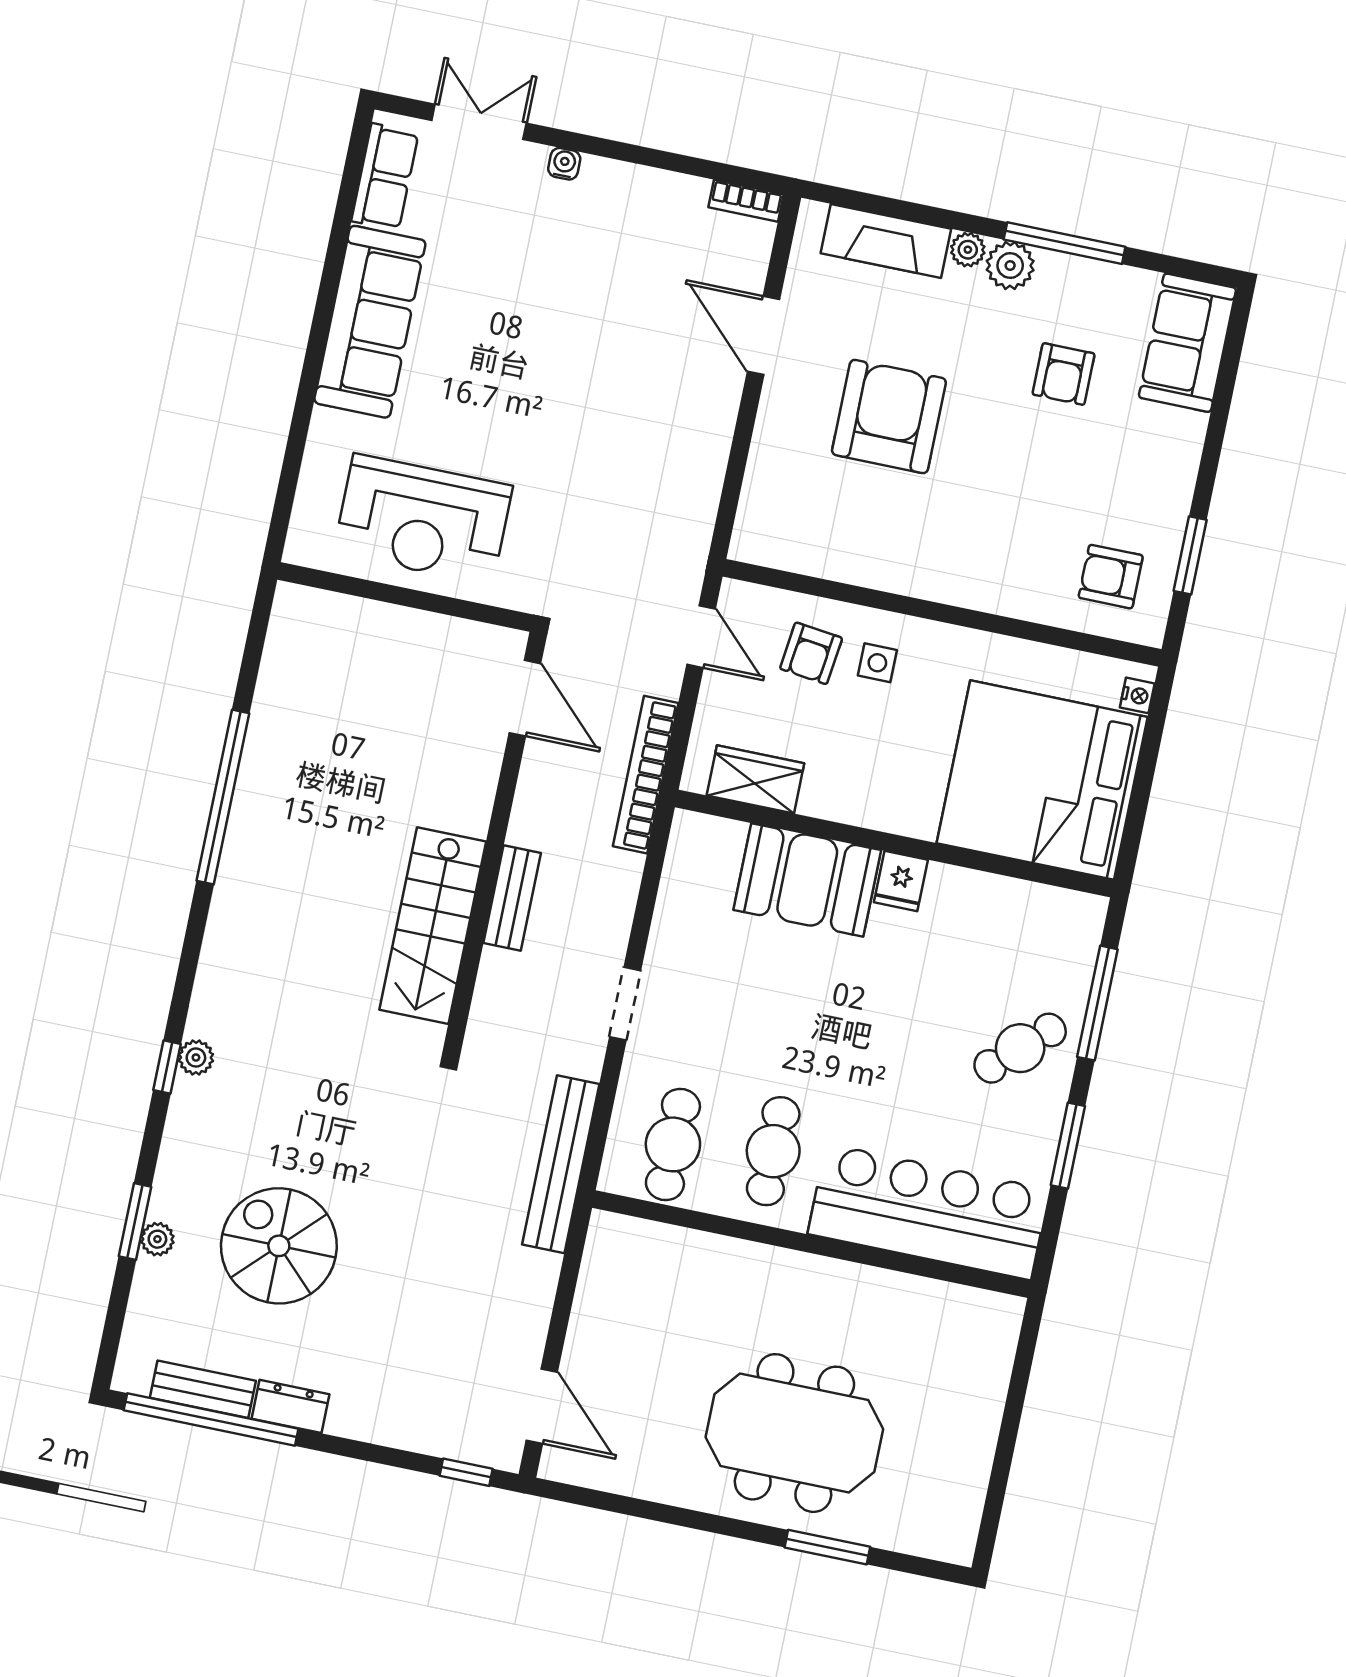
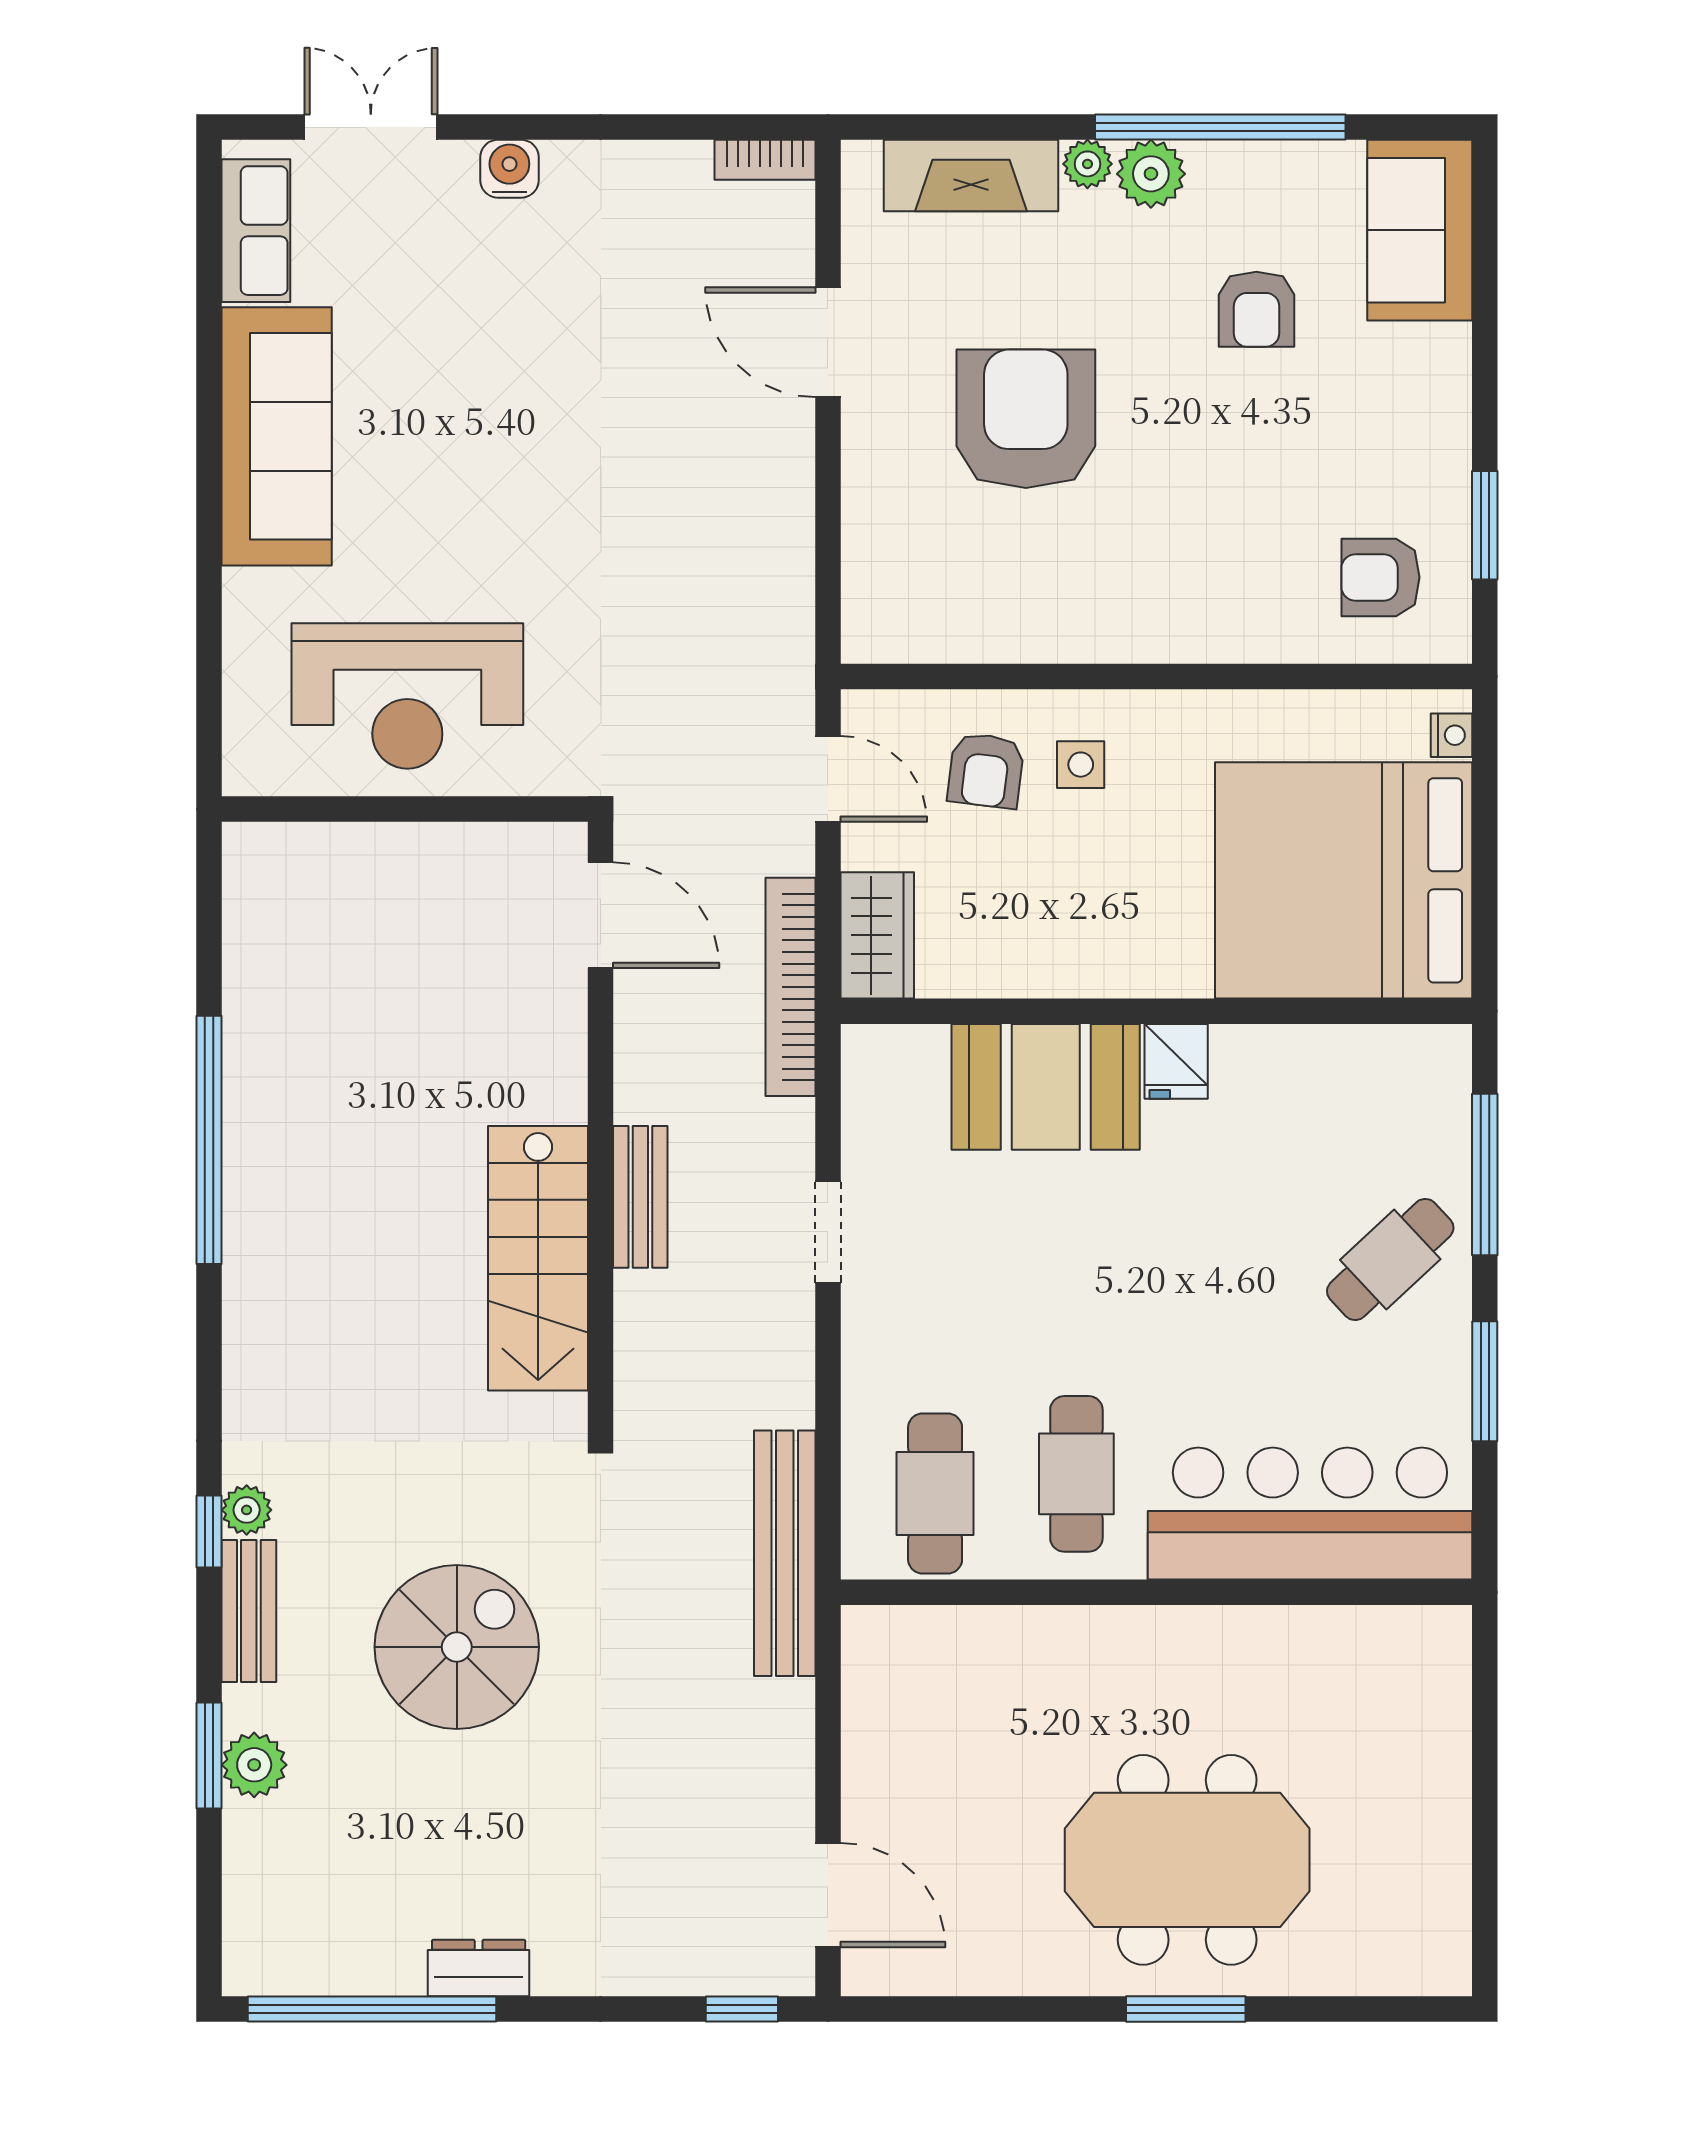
water cooler: (564, 164) -> (509, 169), width x1.38, depth x1.38
window: (1065, 243) -> (1220, 127), width x1.46
wardrobe: (755, 779) -> (877, 935), moved, turned 90
doorway: (625, 1004) -> (828, 1232), moved
plant: (157, 1239) -> (254, 1765), width x1.38, depth x1.38
spiral stairs: (279, 1246) -> (457, 1647), moved, turned 90
bench: (203, 1389) -> (249, 1611), moved, turned 90
window: (827, 1547) -> (1186, 2009), moved

